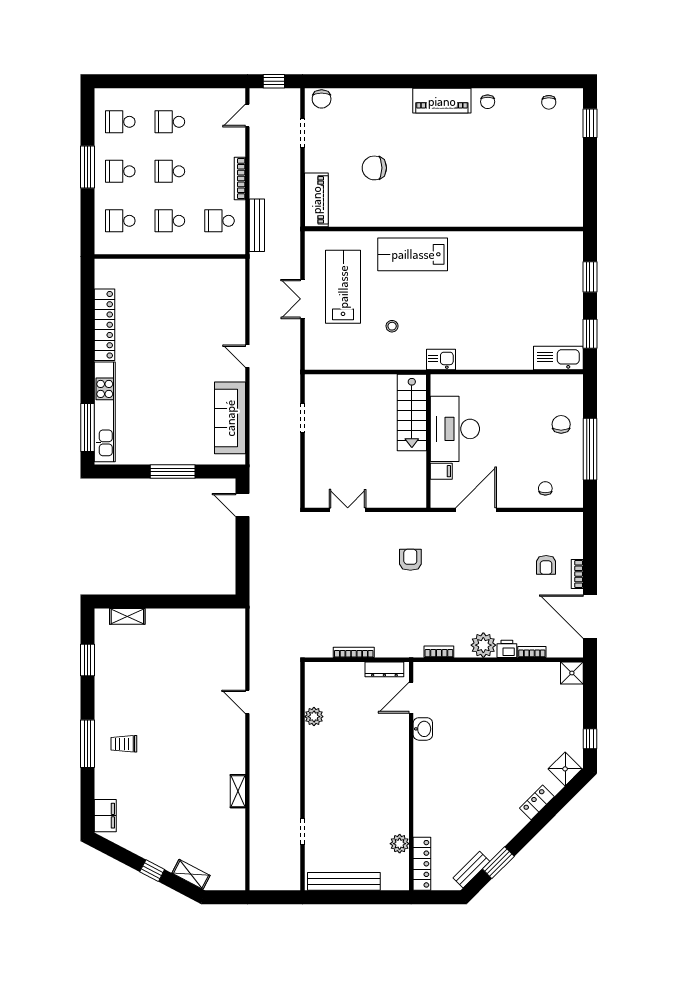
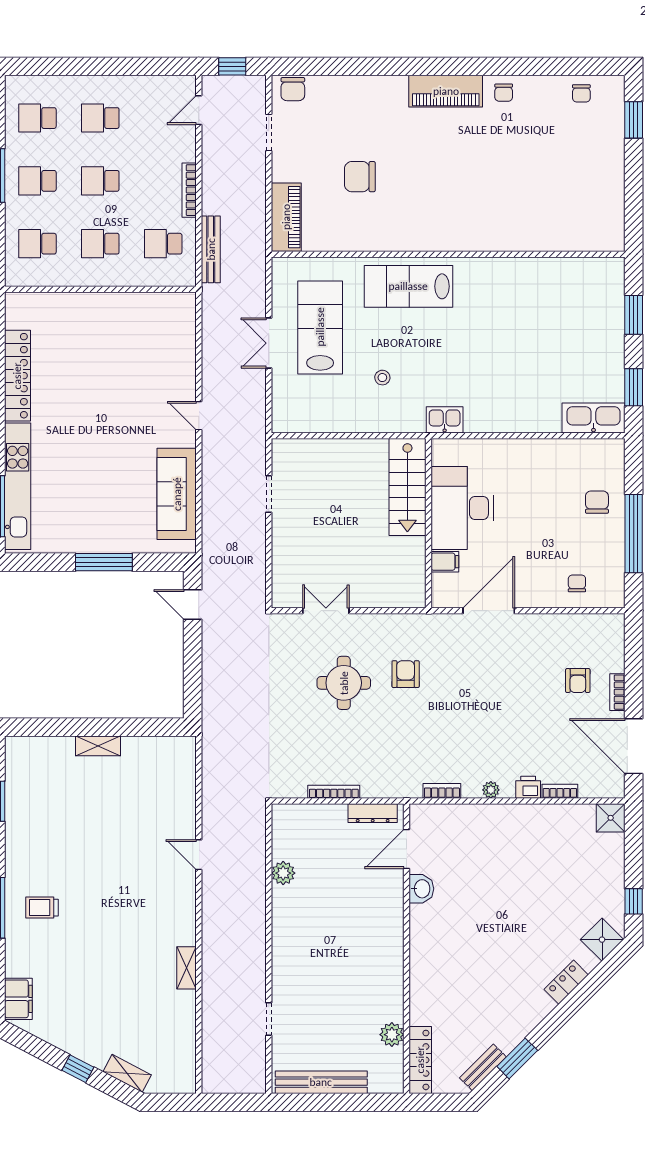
round table: (362, 567) -> (344, 683), added
shelving: (127, 616) -> (98, 746), moved
plant: (483, 645) -> (491, 790), width x0.53, depth x0.53

